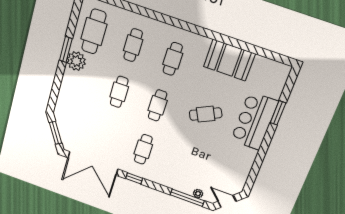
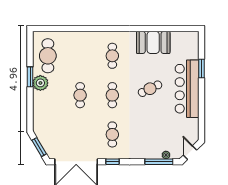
cafe table: (133, 45) -> (80, 56), removed
bar counter: (254, 121) -> (187, 89), width x1.36
door: (227, 201) -> (190, 153), hinge flipped

